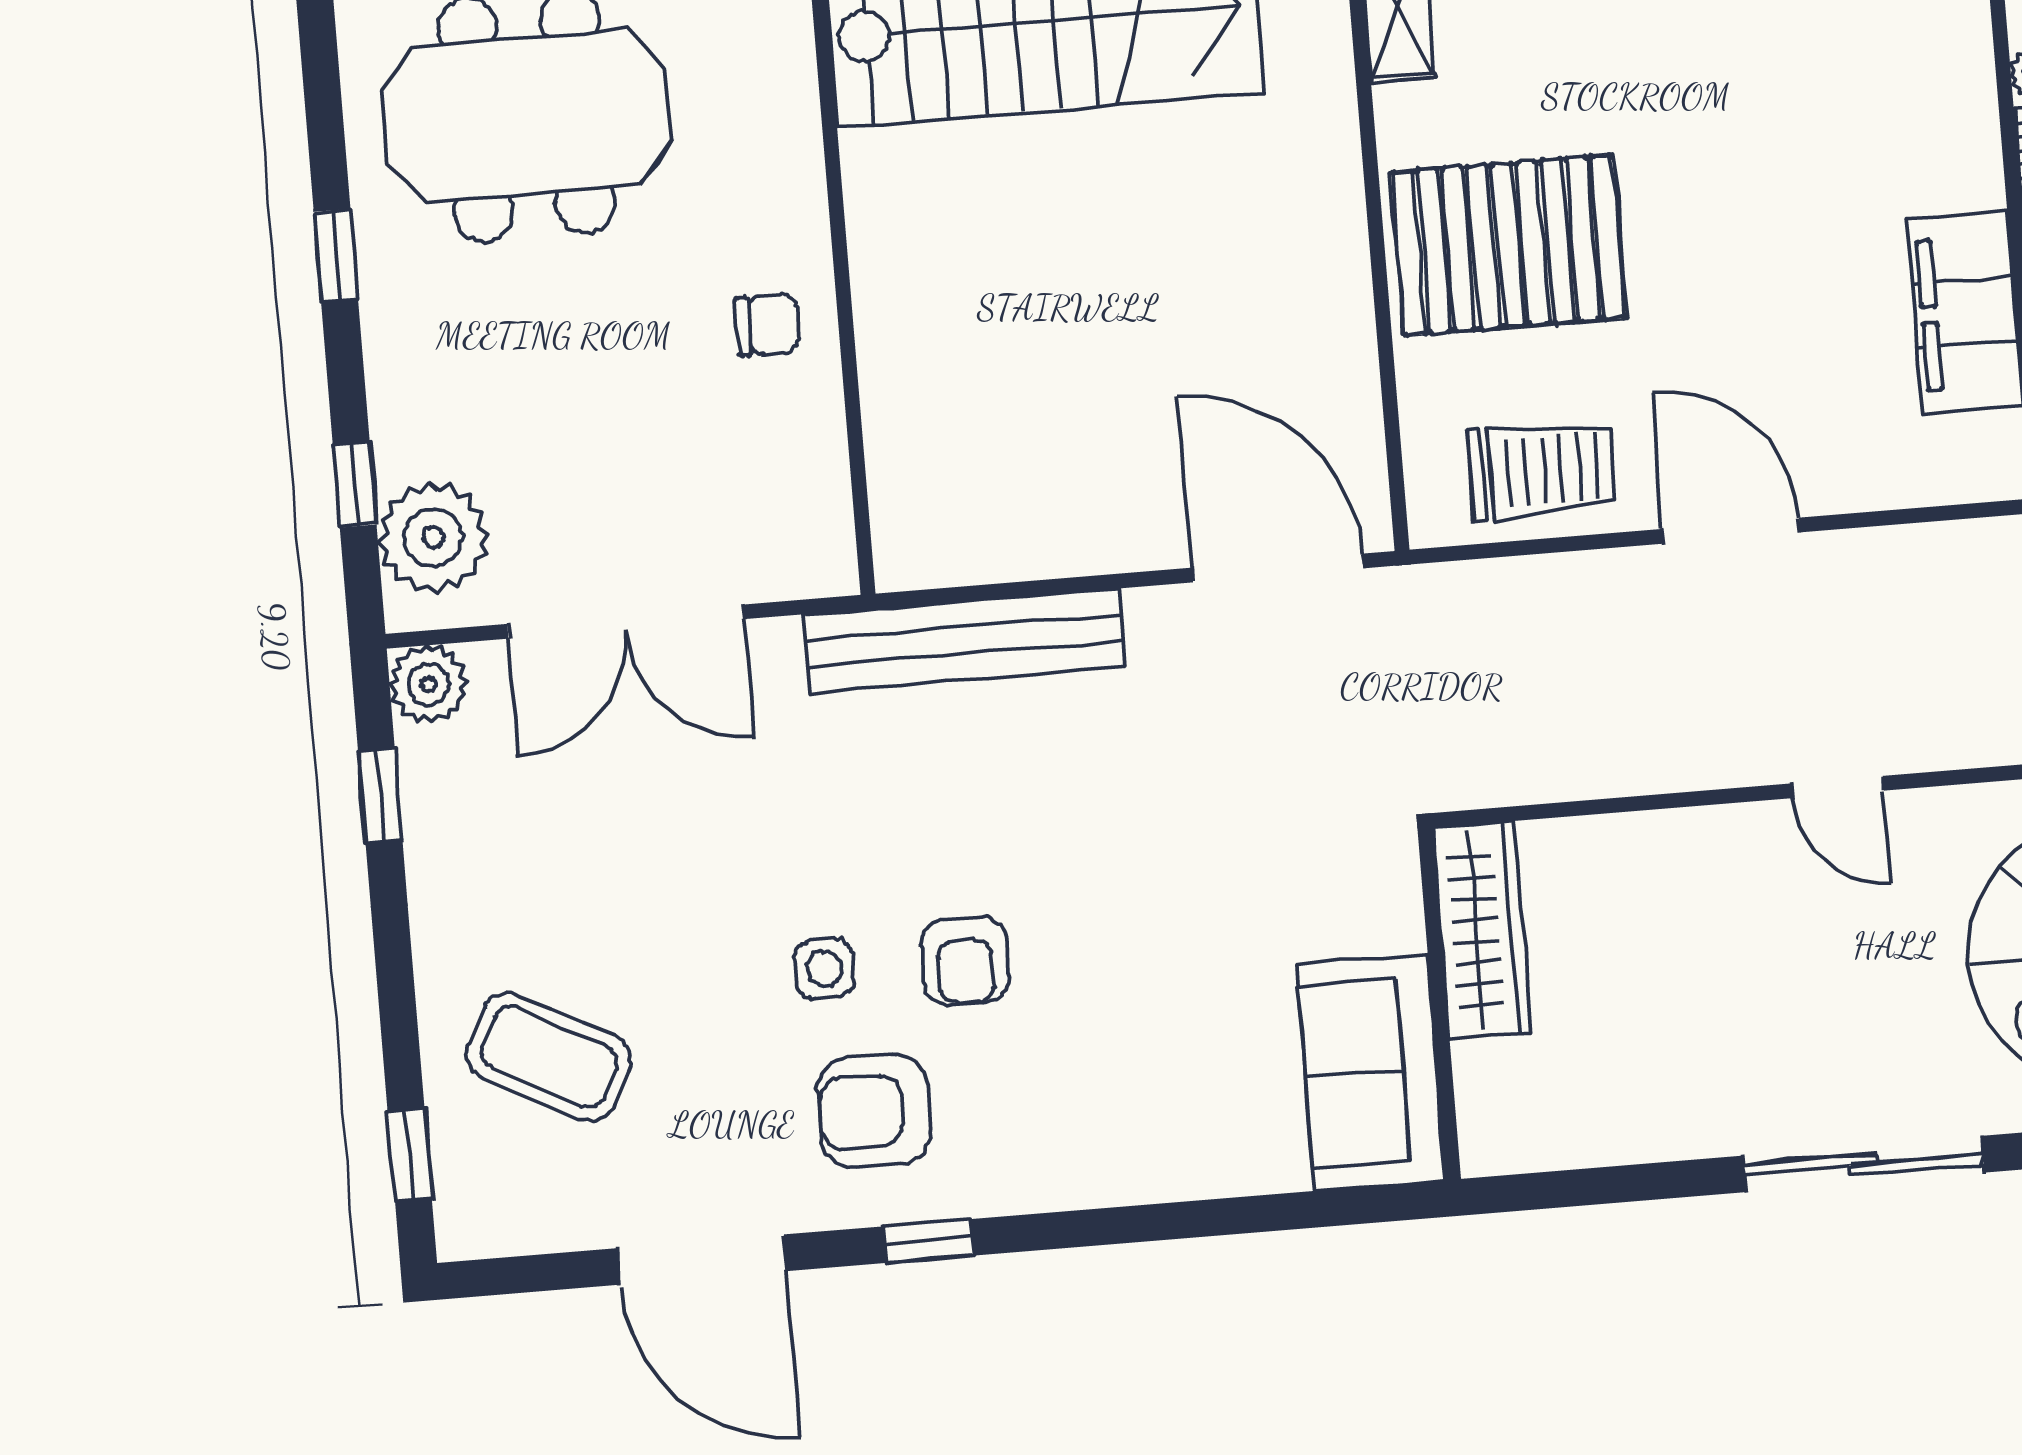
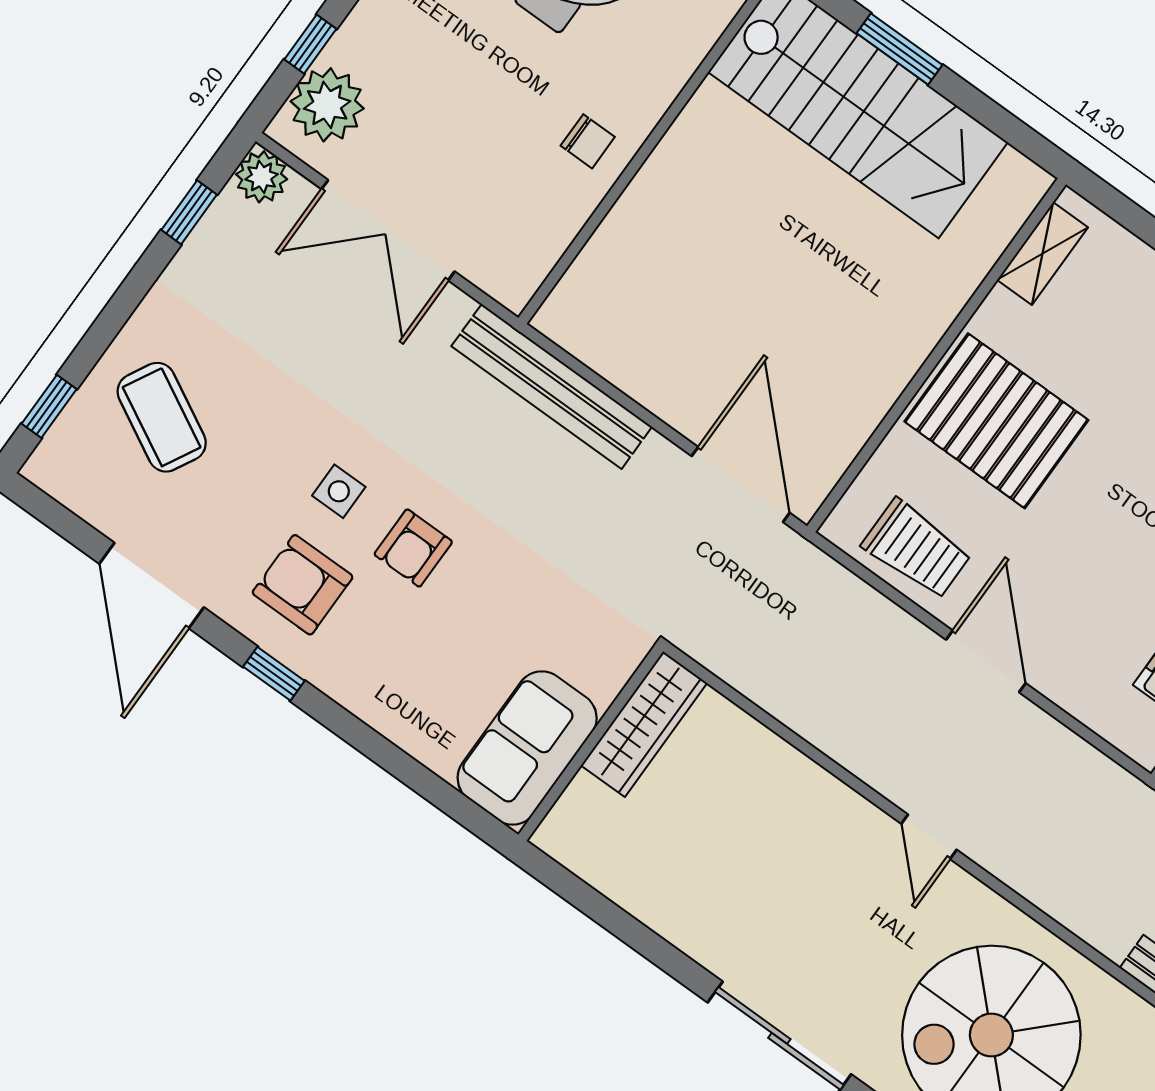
wardrobe: (1482, 930) -> (644, 724), moved
wall: (1439, 1004) -> (591, 743), moved
sofa: (1371, 1072) -> (527, 748), moved

